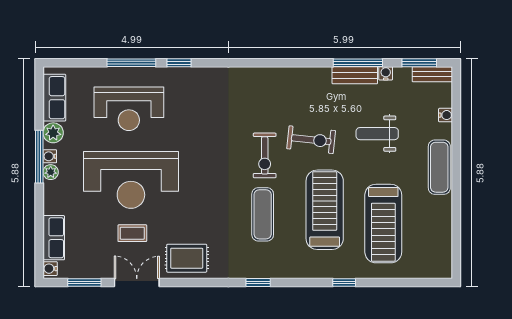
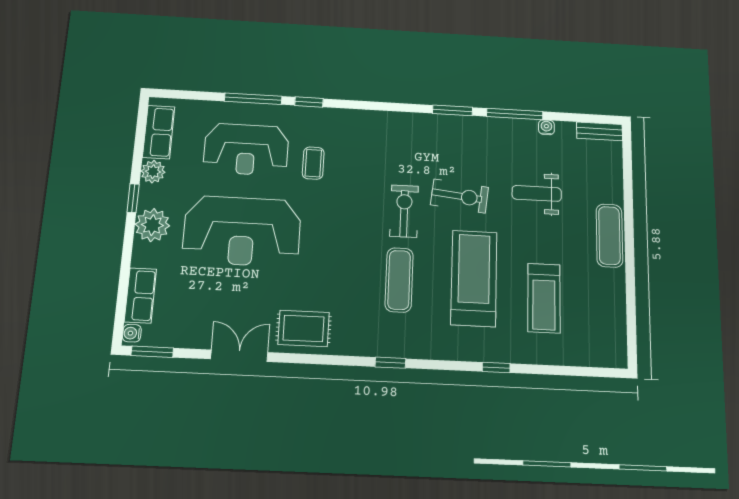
window: (419, 63) -> (452, 110), moved
bench: (355, 75) -> (511, 127), removed
water cooler: (446, 115) -> (615, 177), removed
exercise bike: (265, 155) -> (404, 211), turned 180
water cooler: (50, 156) -> (146, 198), removed
window: (39, 157) -> (133, 198), width x0.46
plant: (51, 172) -> (152, 225), width x1.88, depth x1.88
treadmill: (383, 224) -> (544, 298), width x0.73, depth x0.73
coffee table: (132, 233) -> (313, 163), moved, turned 90
window: (84, 282) -> (152, 352), moved

